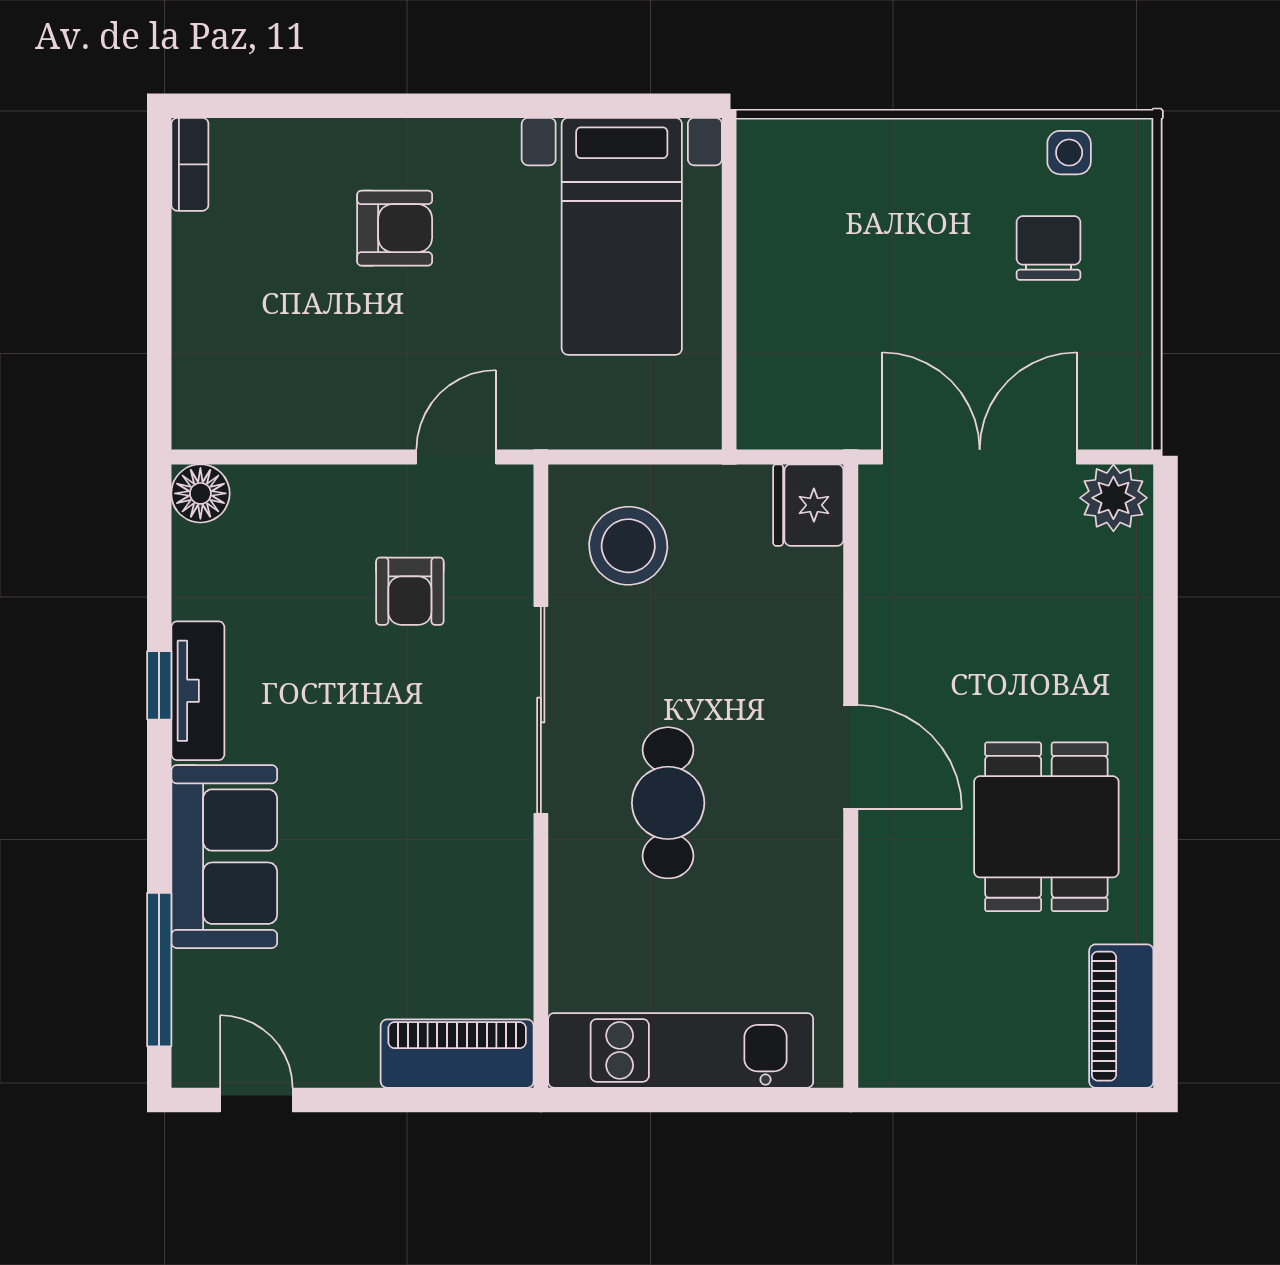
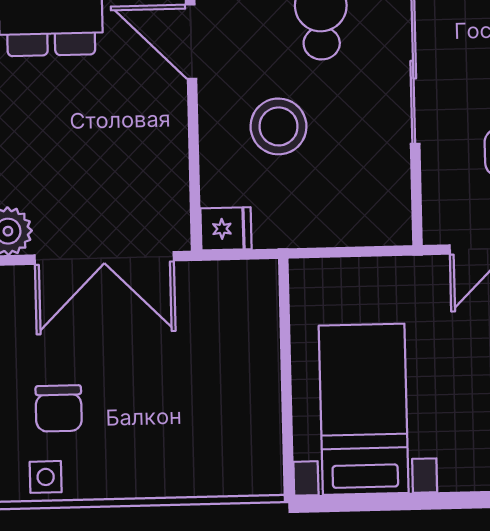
fridge: (808, 505) -> (226, 229), width x0.72
stool: (628, 546) -> (278, 126), moved

